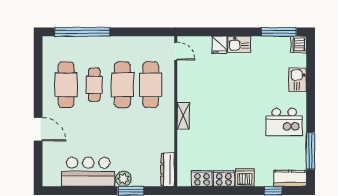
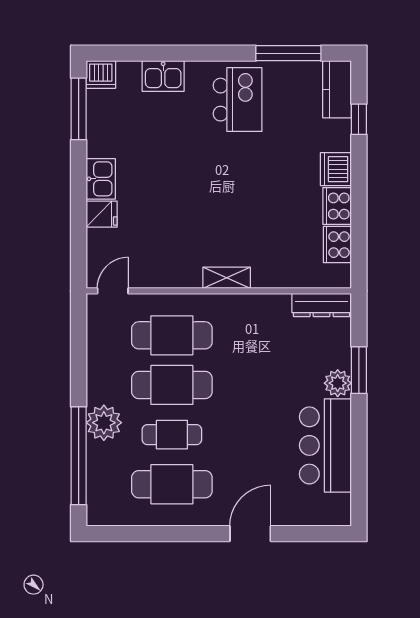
plant: (101, 46) -> (104, 423), added

